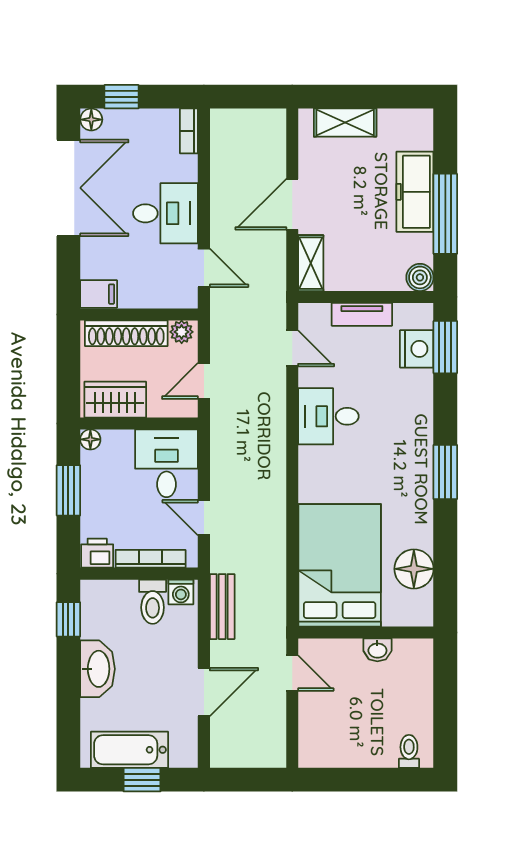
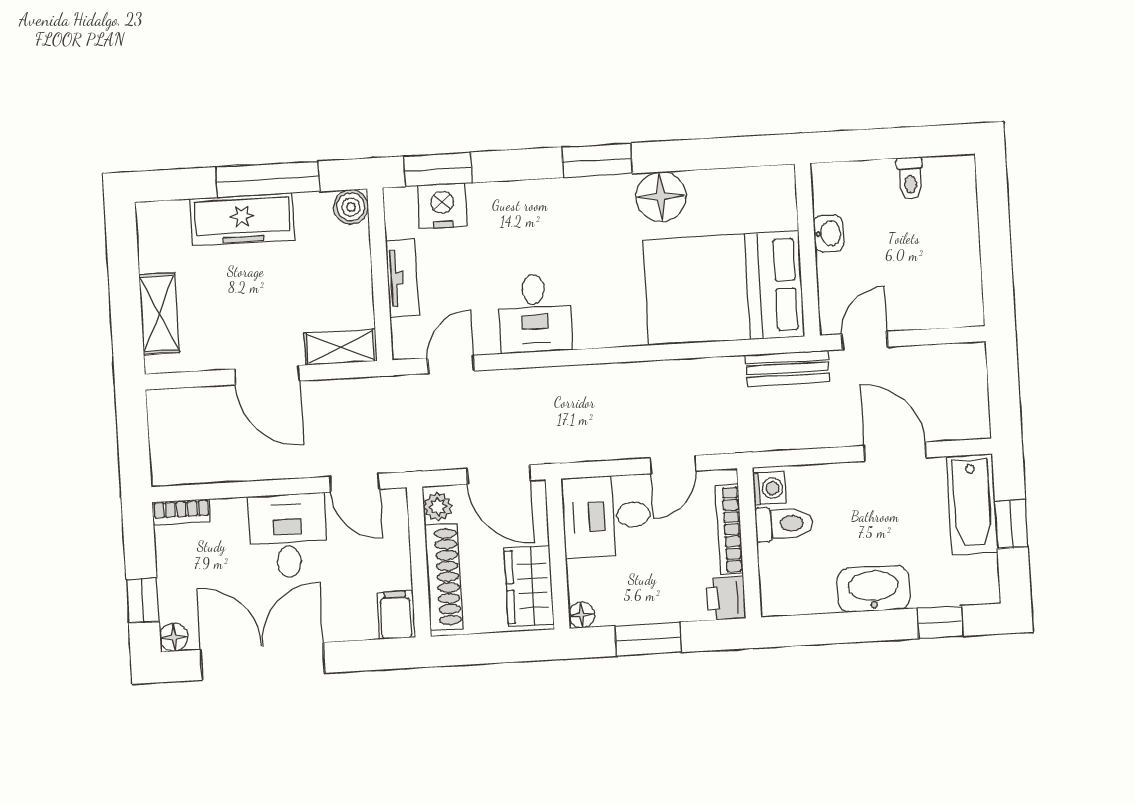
door: (204, 268) -> (355, 483), swing flipped
door: (204, 381) -> (499, 475), width x1.38
floor lamp: (414, 569) -> (661, 197), moved
bench: (222, 607) -> (788, 368), moved
window: (68, 619) -> (940, 622), moved
bathtub: (130, 750) -> (972, 504), moved
toilet: (409, 751) -> (910, 178), moved, turned -90

